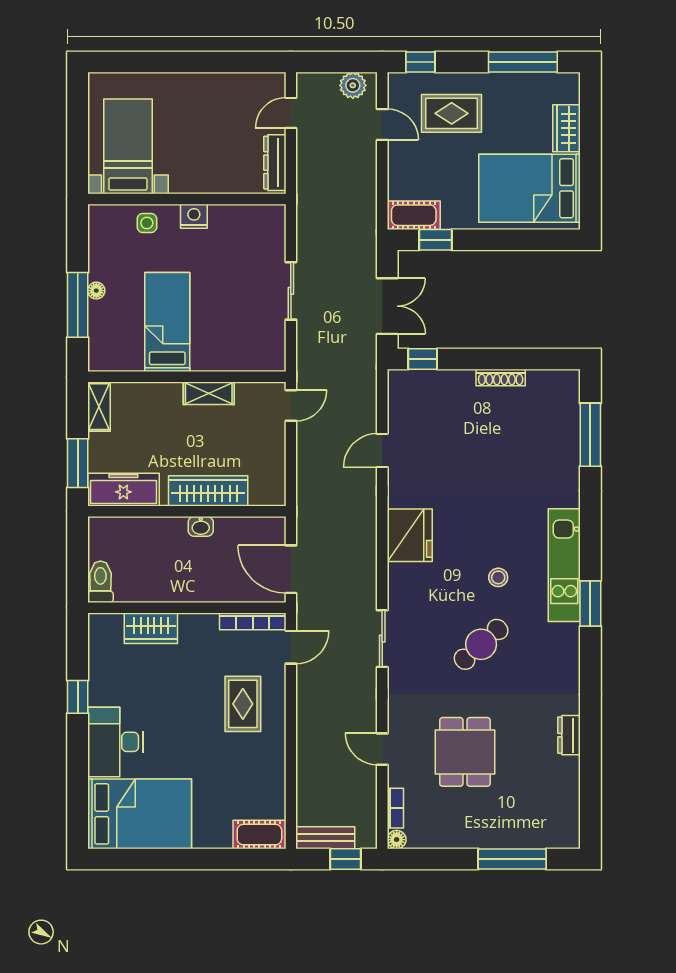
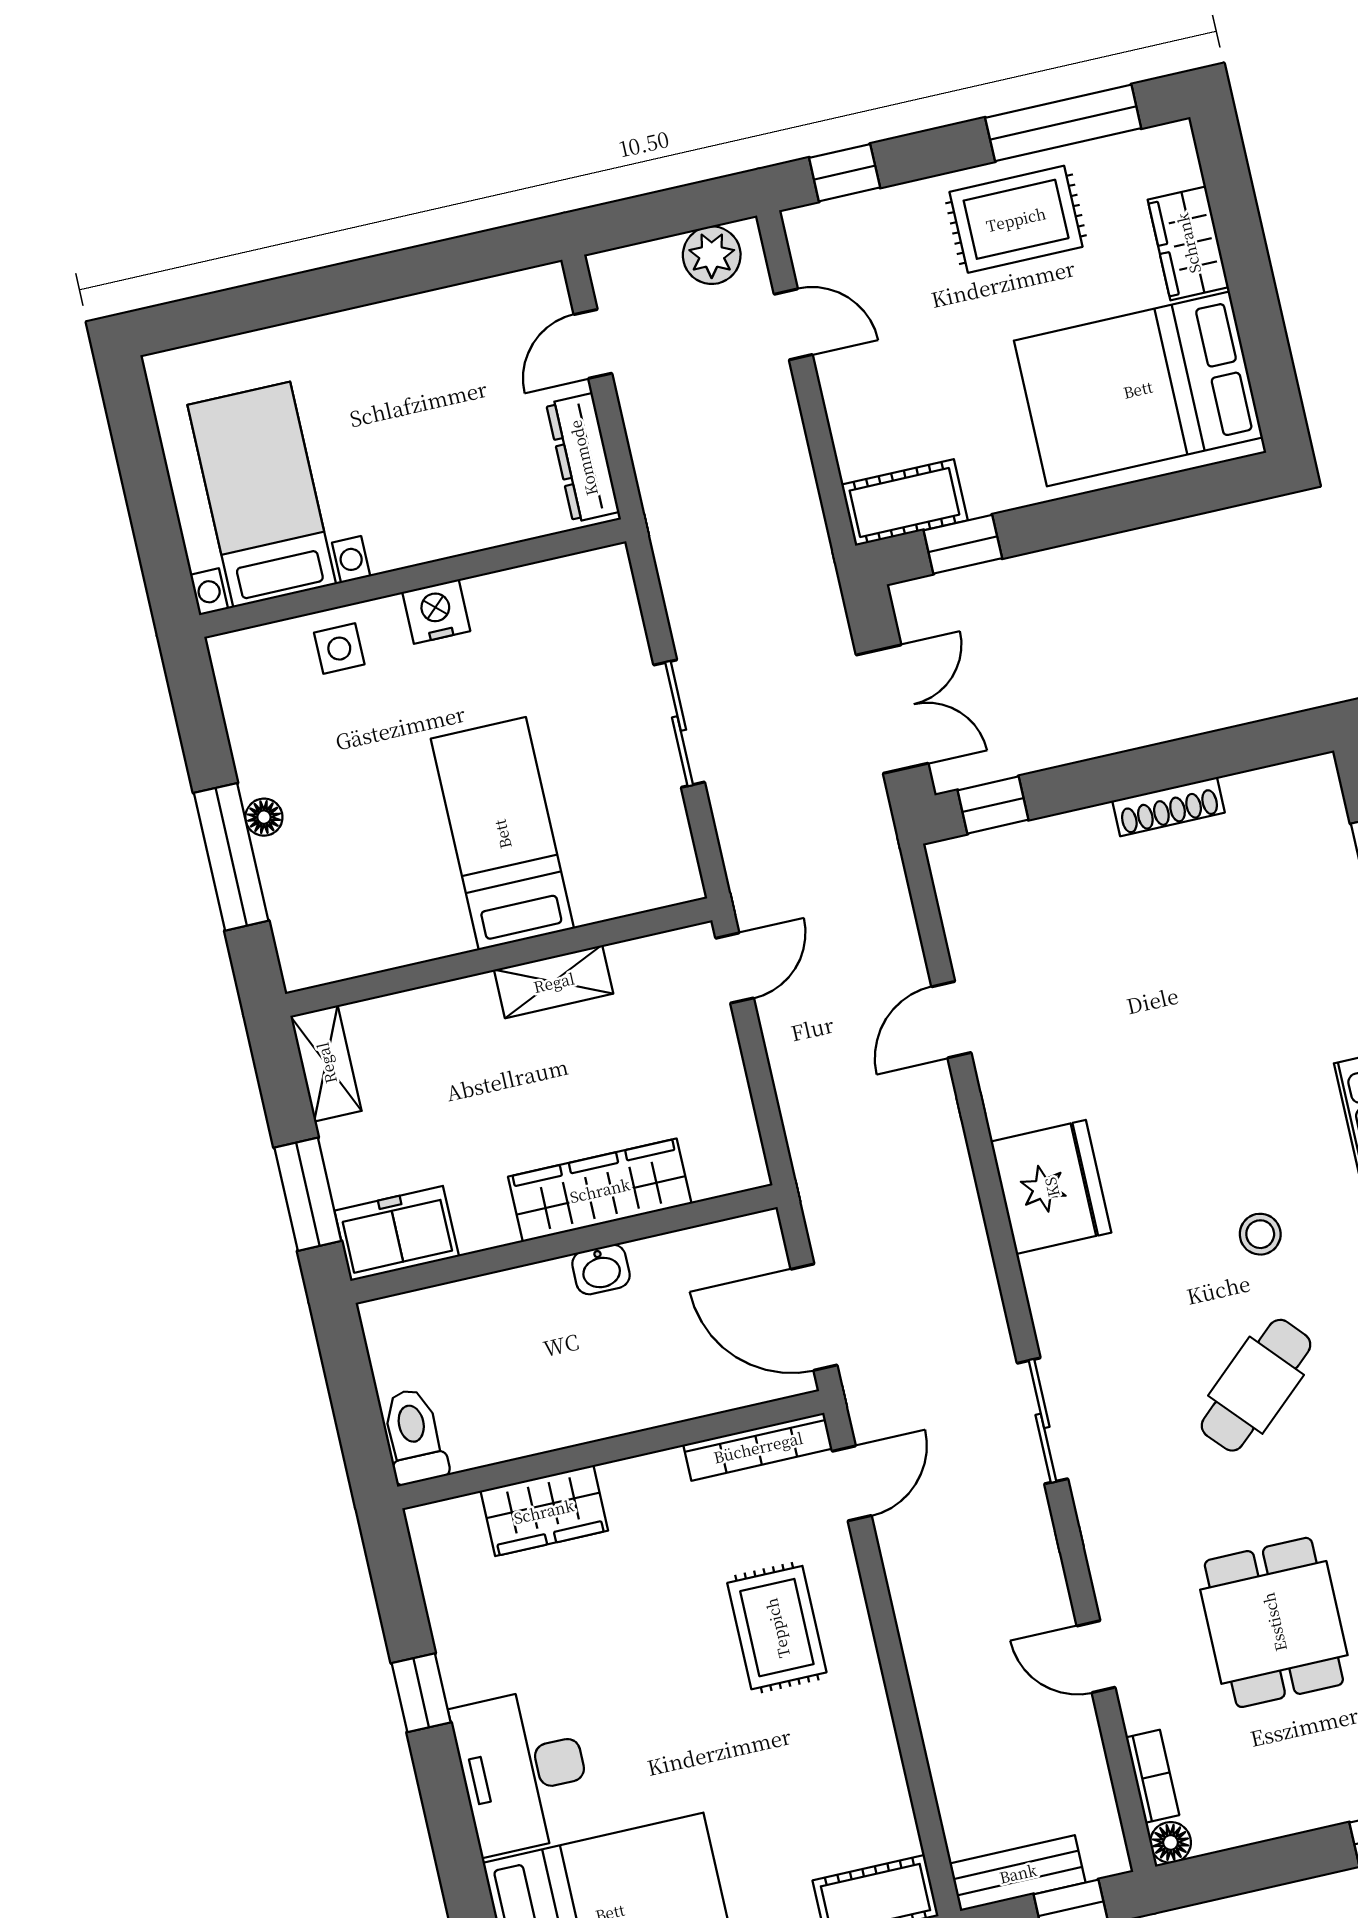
rug: (452, 113) -> (1016, 219), moved
bed: (167, 322) -> (502, 834), moved
freezer: (123, 490) -> (397, 1233), width x0.71

